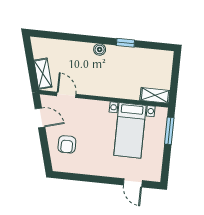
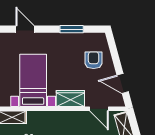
wardrobe: (94, 108) -> (70, 98), added
window: (86, 178) -> (72, 29), added

